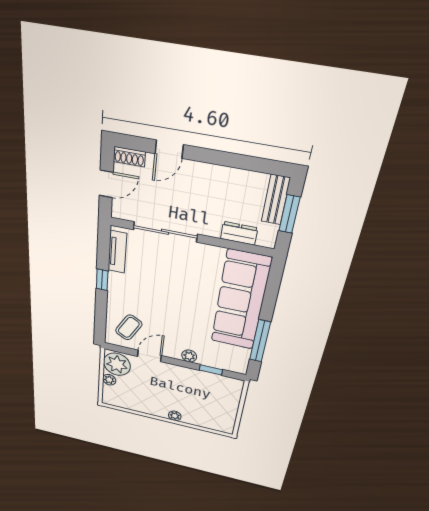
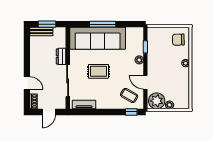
door: (106, 184) -> (49, 112), swing flipped
dresser: (239, 233) -> (61, 56), moved
window: (102, 280) -> (131, 112), moved
rug: (177, 289) -> (98, 71), added
window: (260, 341) -> (103, 24), moved
chair: (215, 416) -> (178, 40), added

